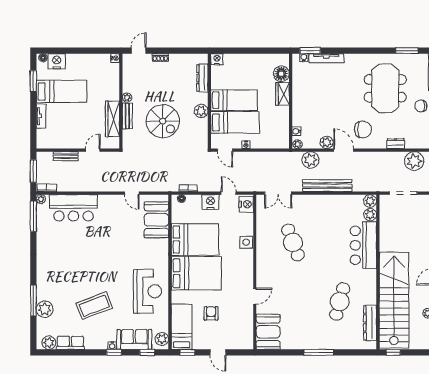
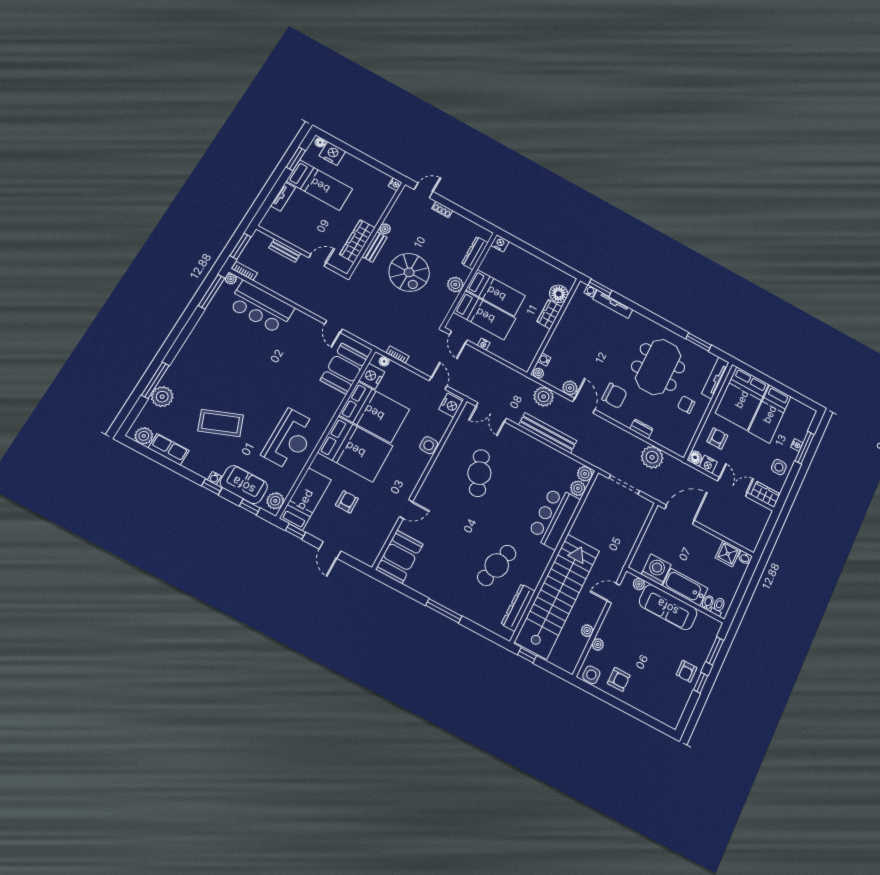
nightstand: (211, 202) -> (372, 376), moved, turned -90

